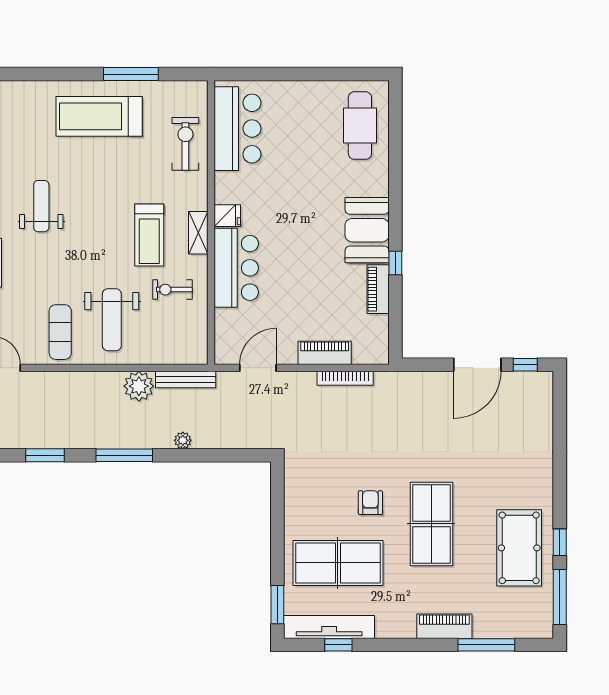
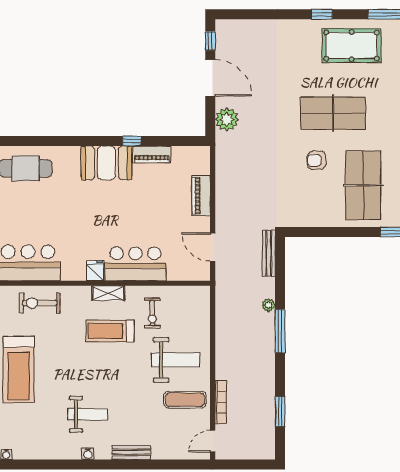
weight bench: (41, 206) -> (88, 414), turned 180
treadmill: (149, 235) -> (110, 331), turned 180
bookcase: (345, 378) -> (221, 402), moved
bench: (186, 379) -> (269, 253), moved
plant: (139, 386) -> (227, 119), moved
window: (124, 455) -> (280, 331), moved
window: (560, 542) -> (322, 14), moved

